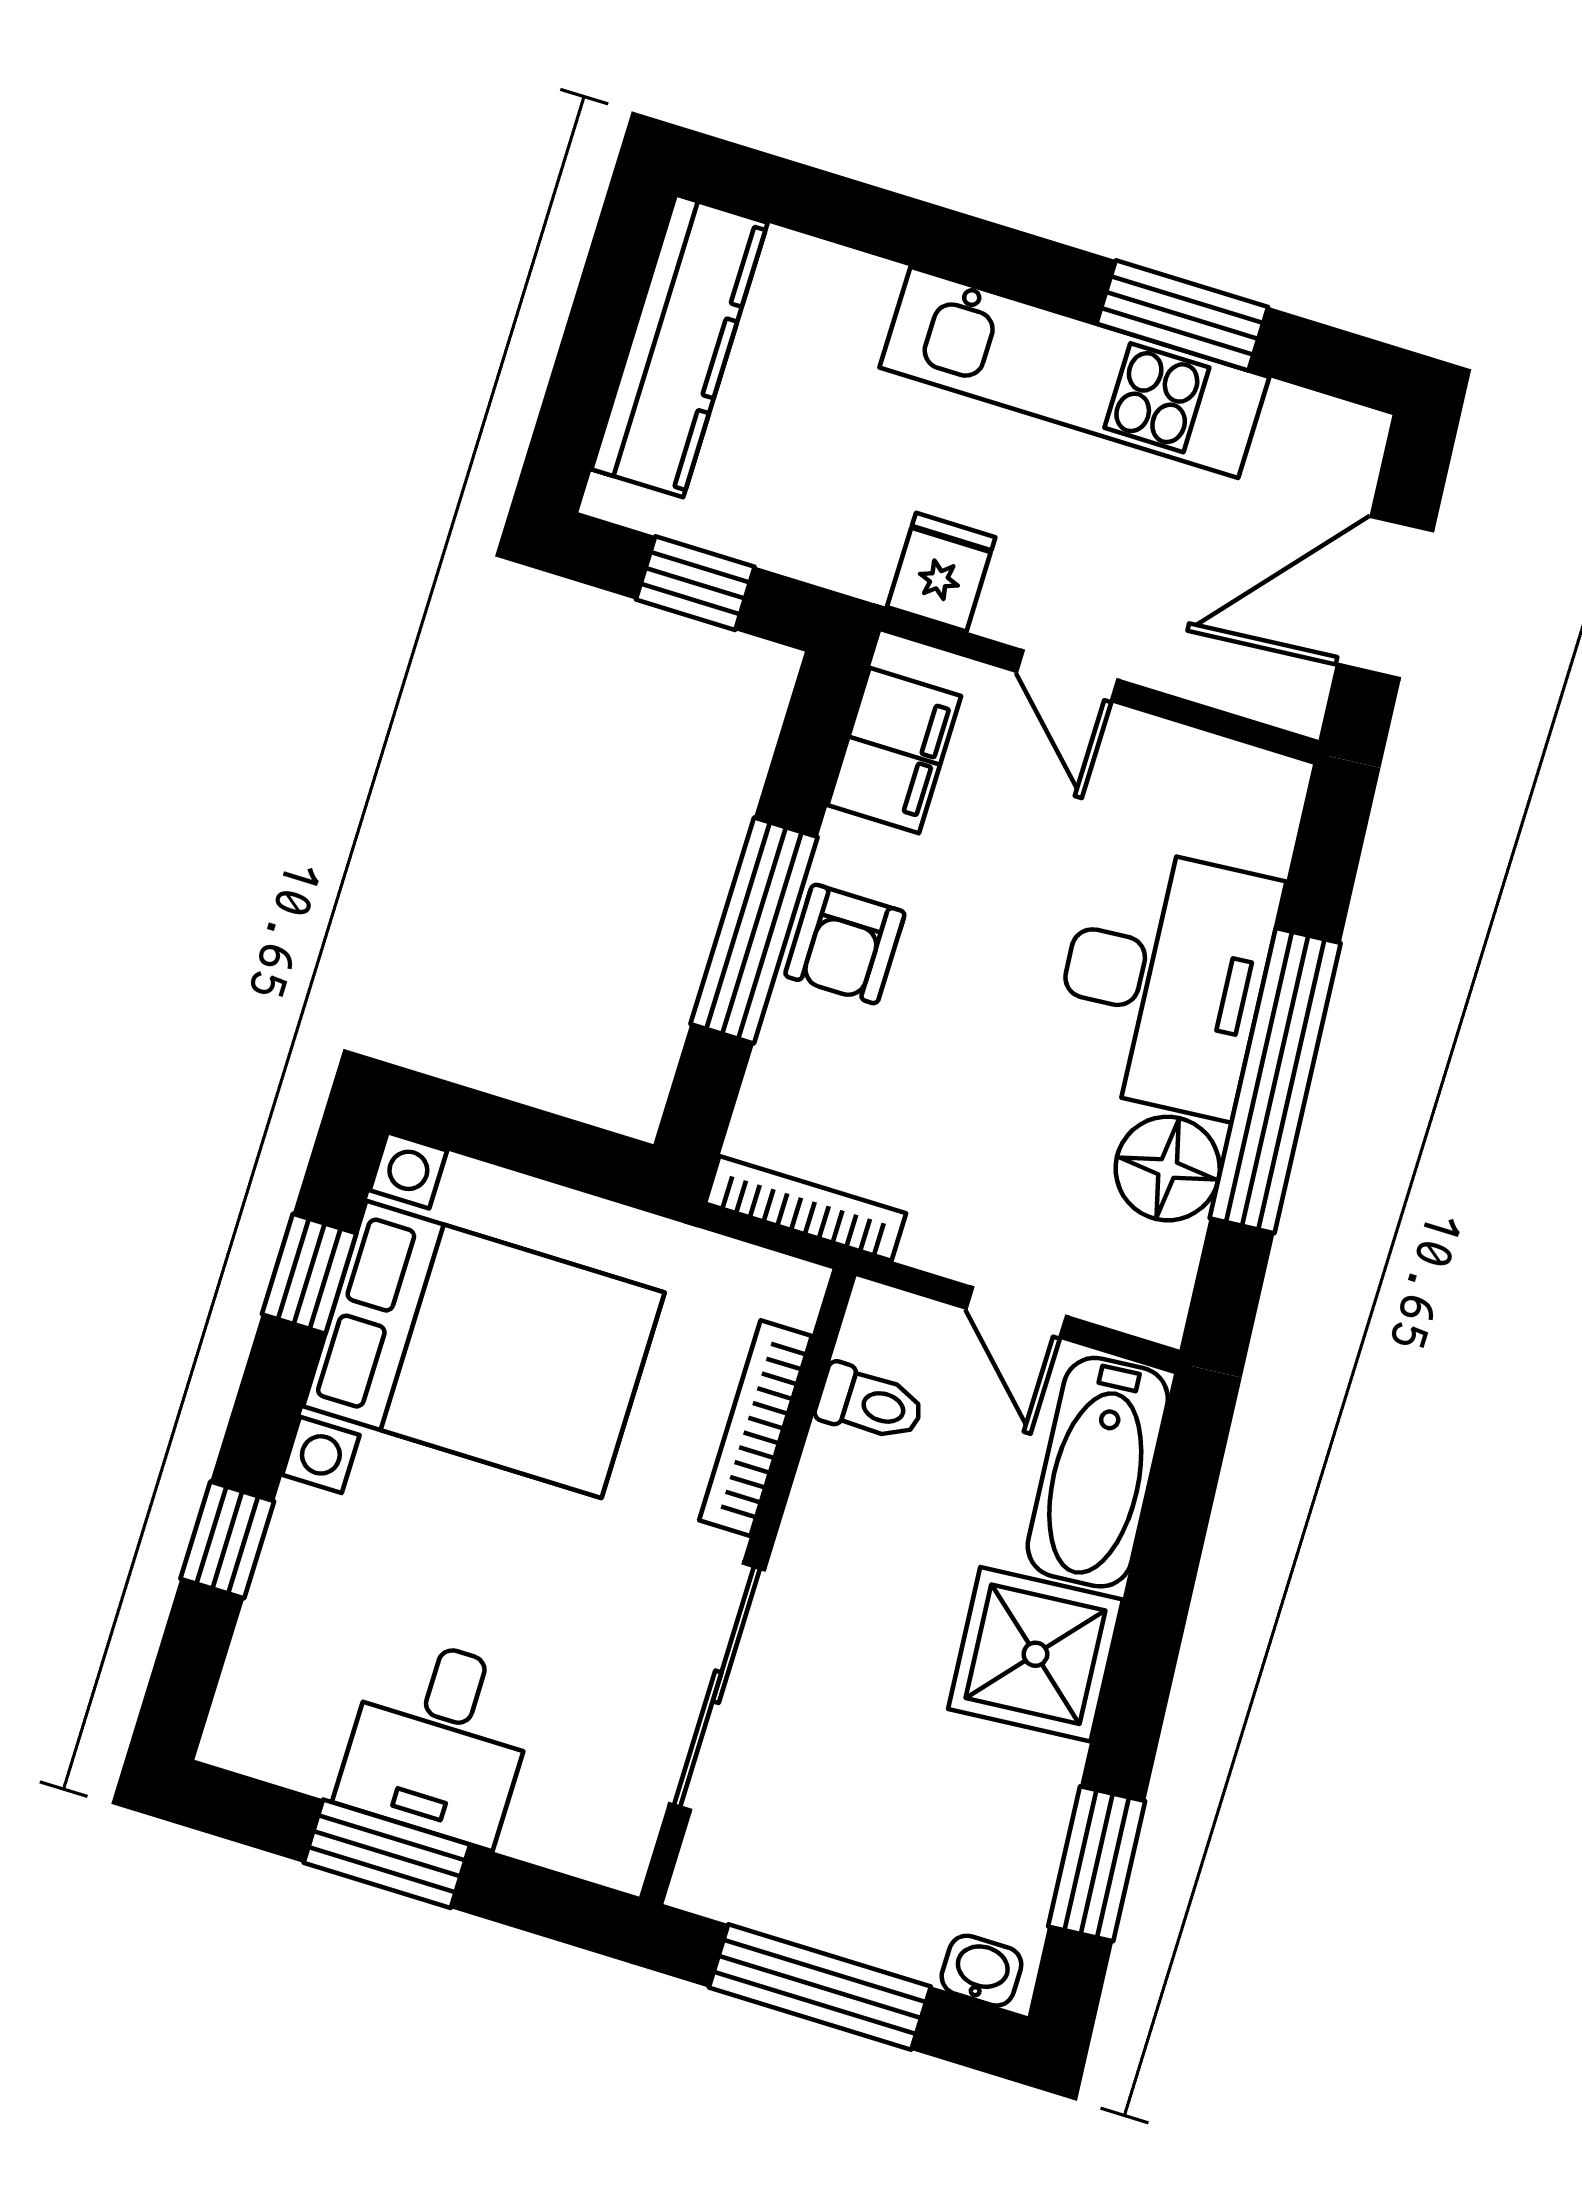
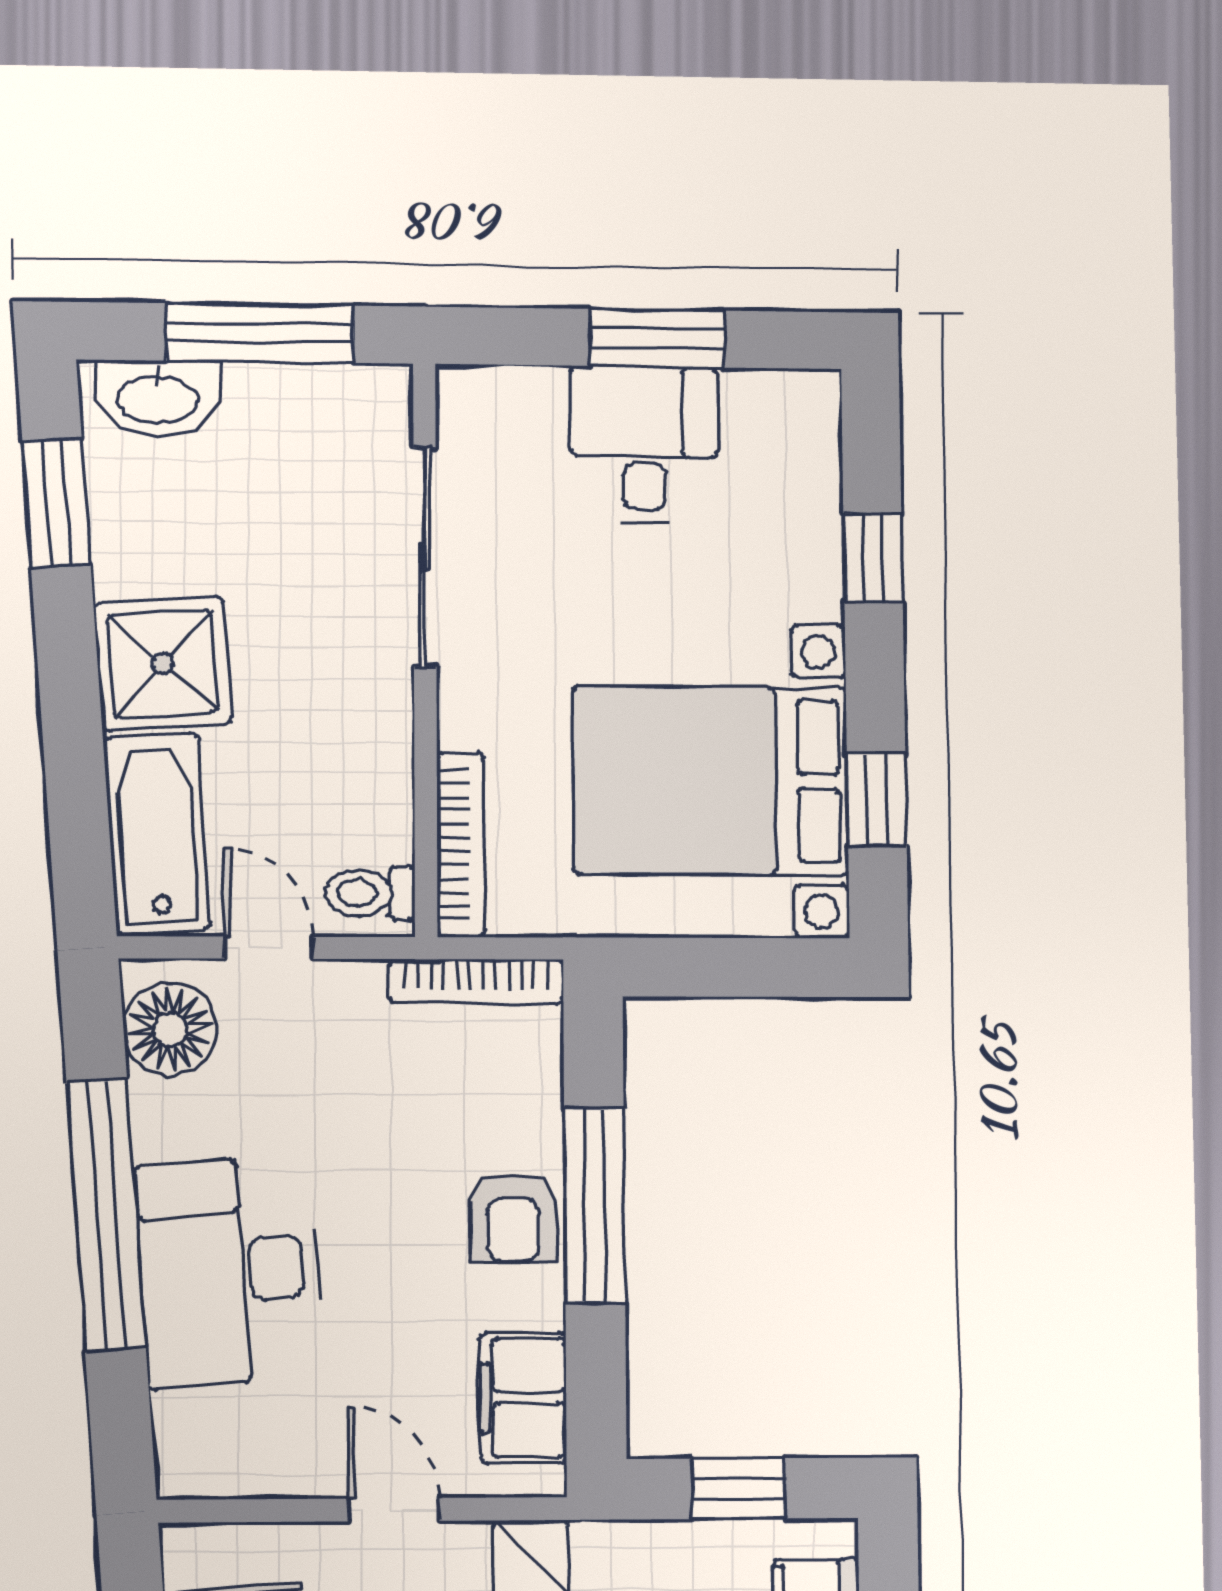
armchair: (845, 944) -> (513, 1218), turned 180
floor lamp: (1168, 1169) -> (170, 1029), moved
toilet: (870, 1403) -> (370, 893), moved
bookcase: (755, 1428) -> (461, 845), moved
washbasin: (981, 1971) -> (157, 398), width x1.91, depth x1.45

